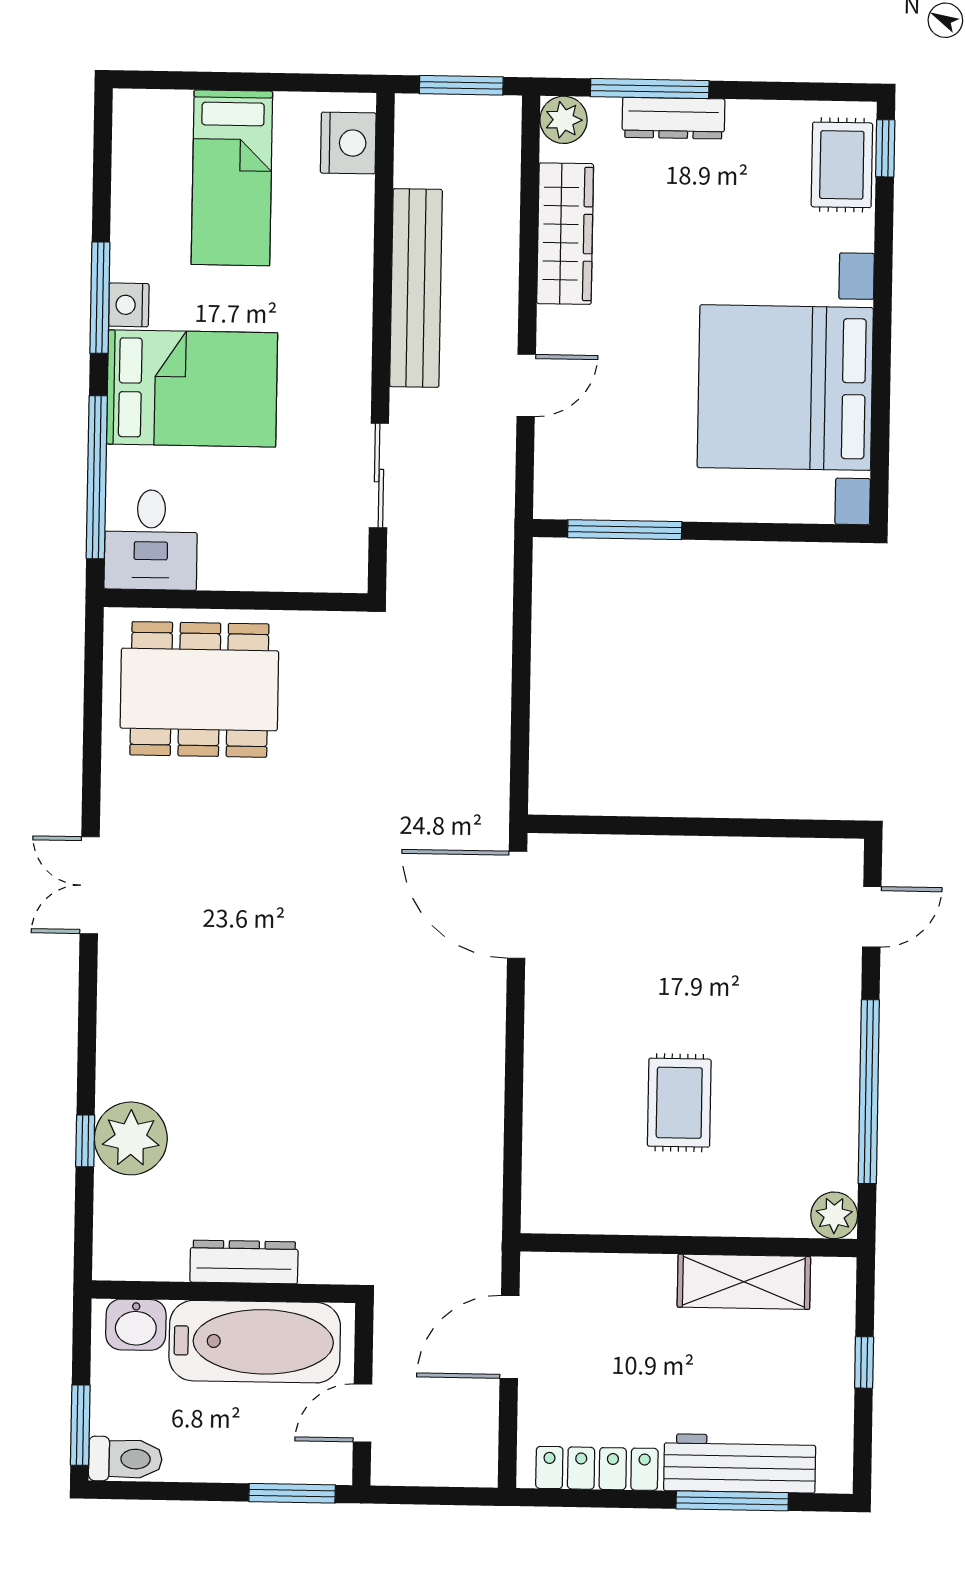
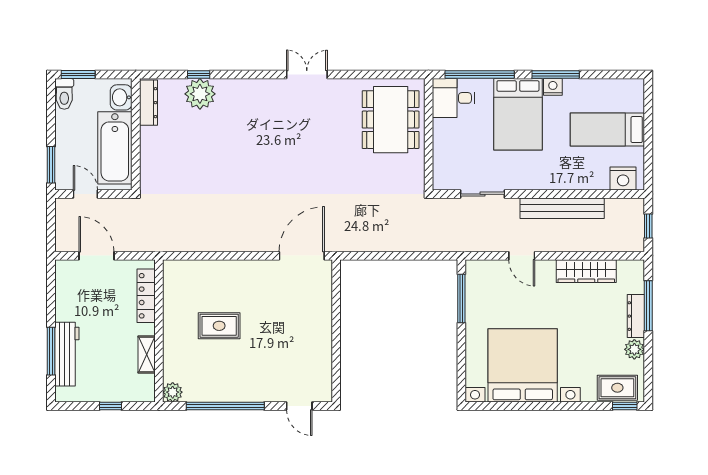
window: (461, 85) -> (648, 226), width x0.67
plant: (564, 120) -> (634, 349), moved
dresser: (244, 1262) -> (149, 103), moved
shelving: (744, 1282) -> (147, 354), width x0.67, depth x0.75
door: (510, 1337) -> (97, 256), moved
locker: (597, 1468) -> (146, 296), moved, turned 180

